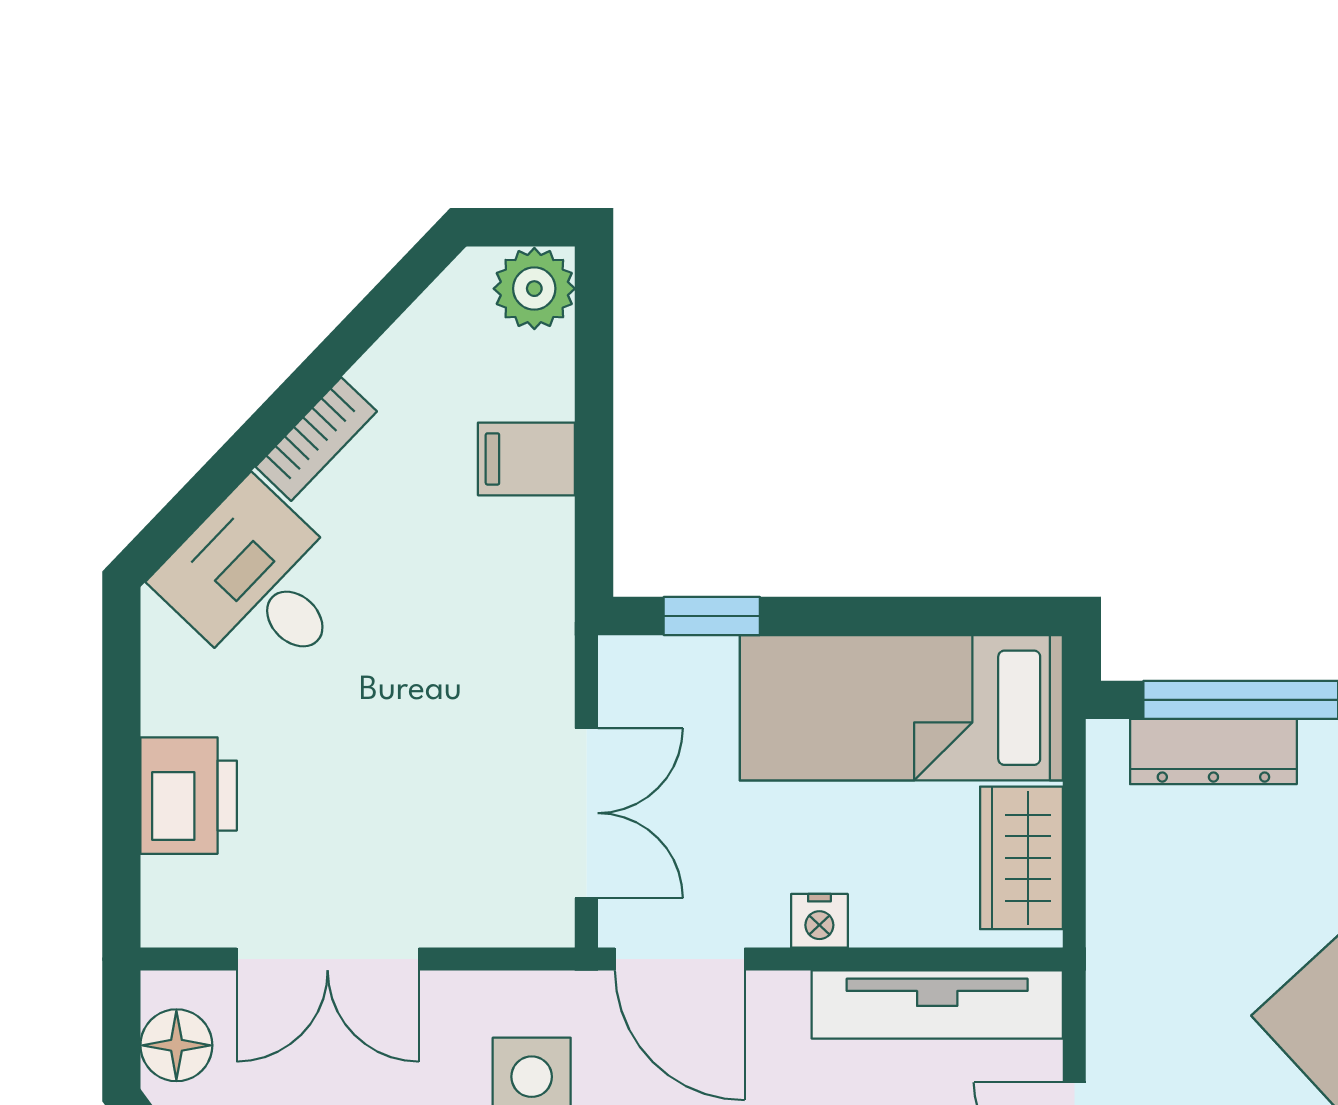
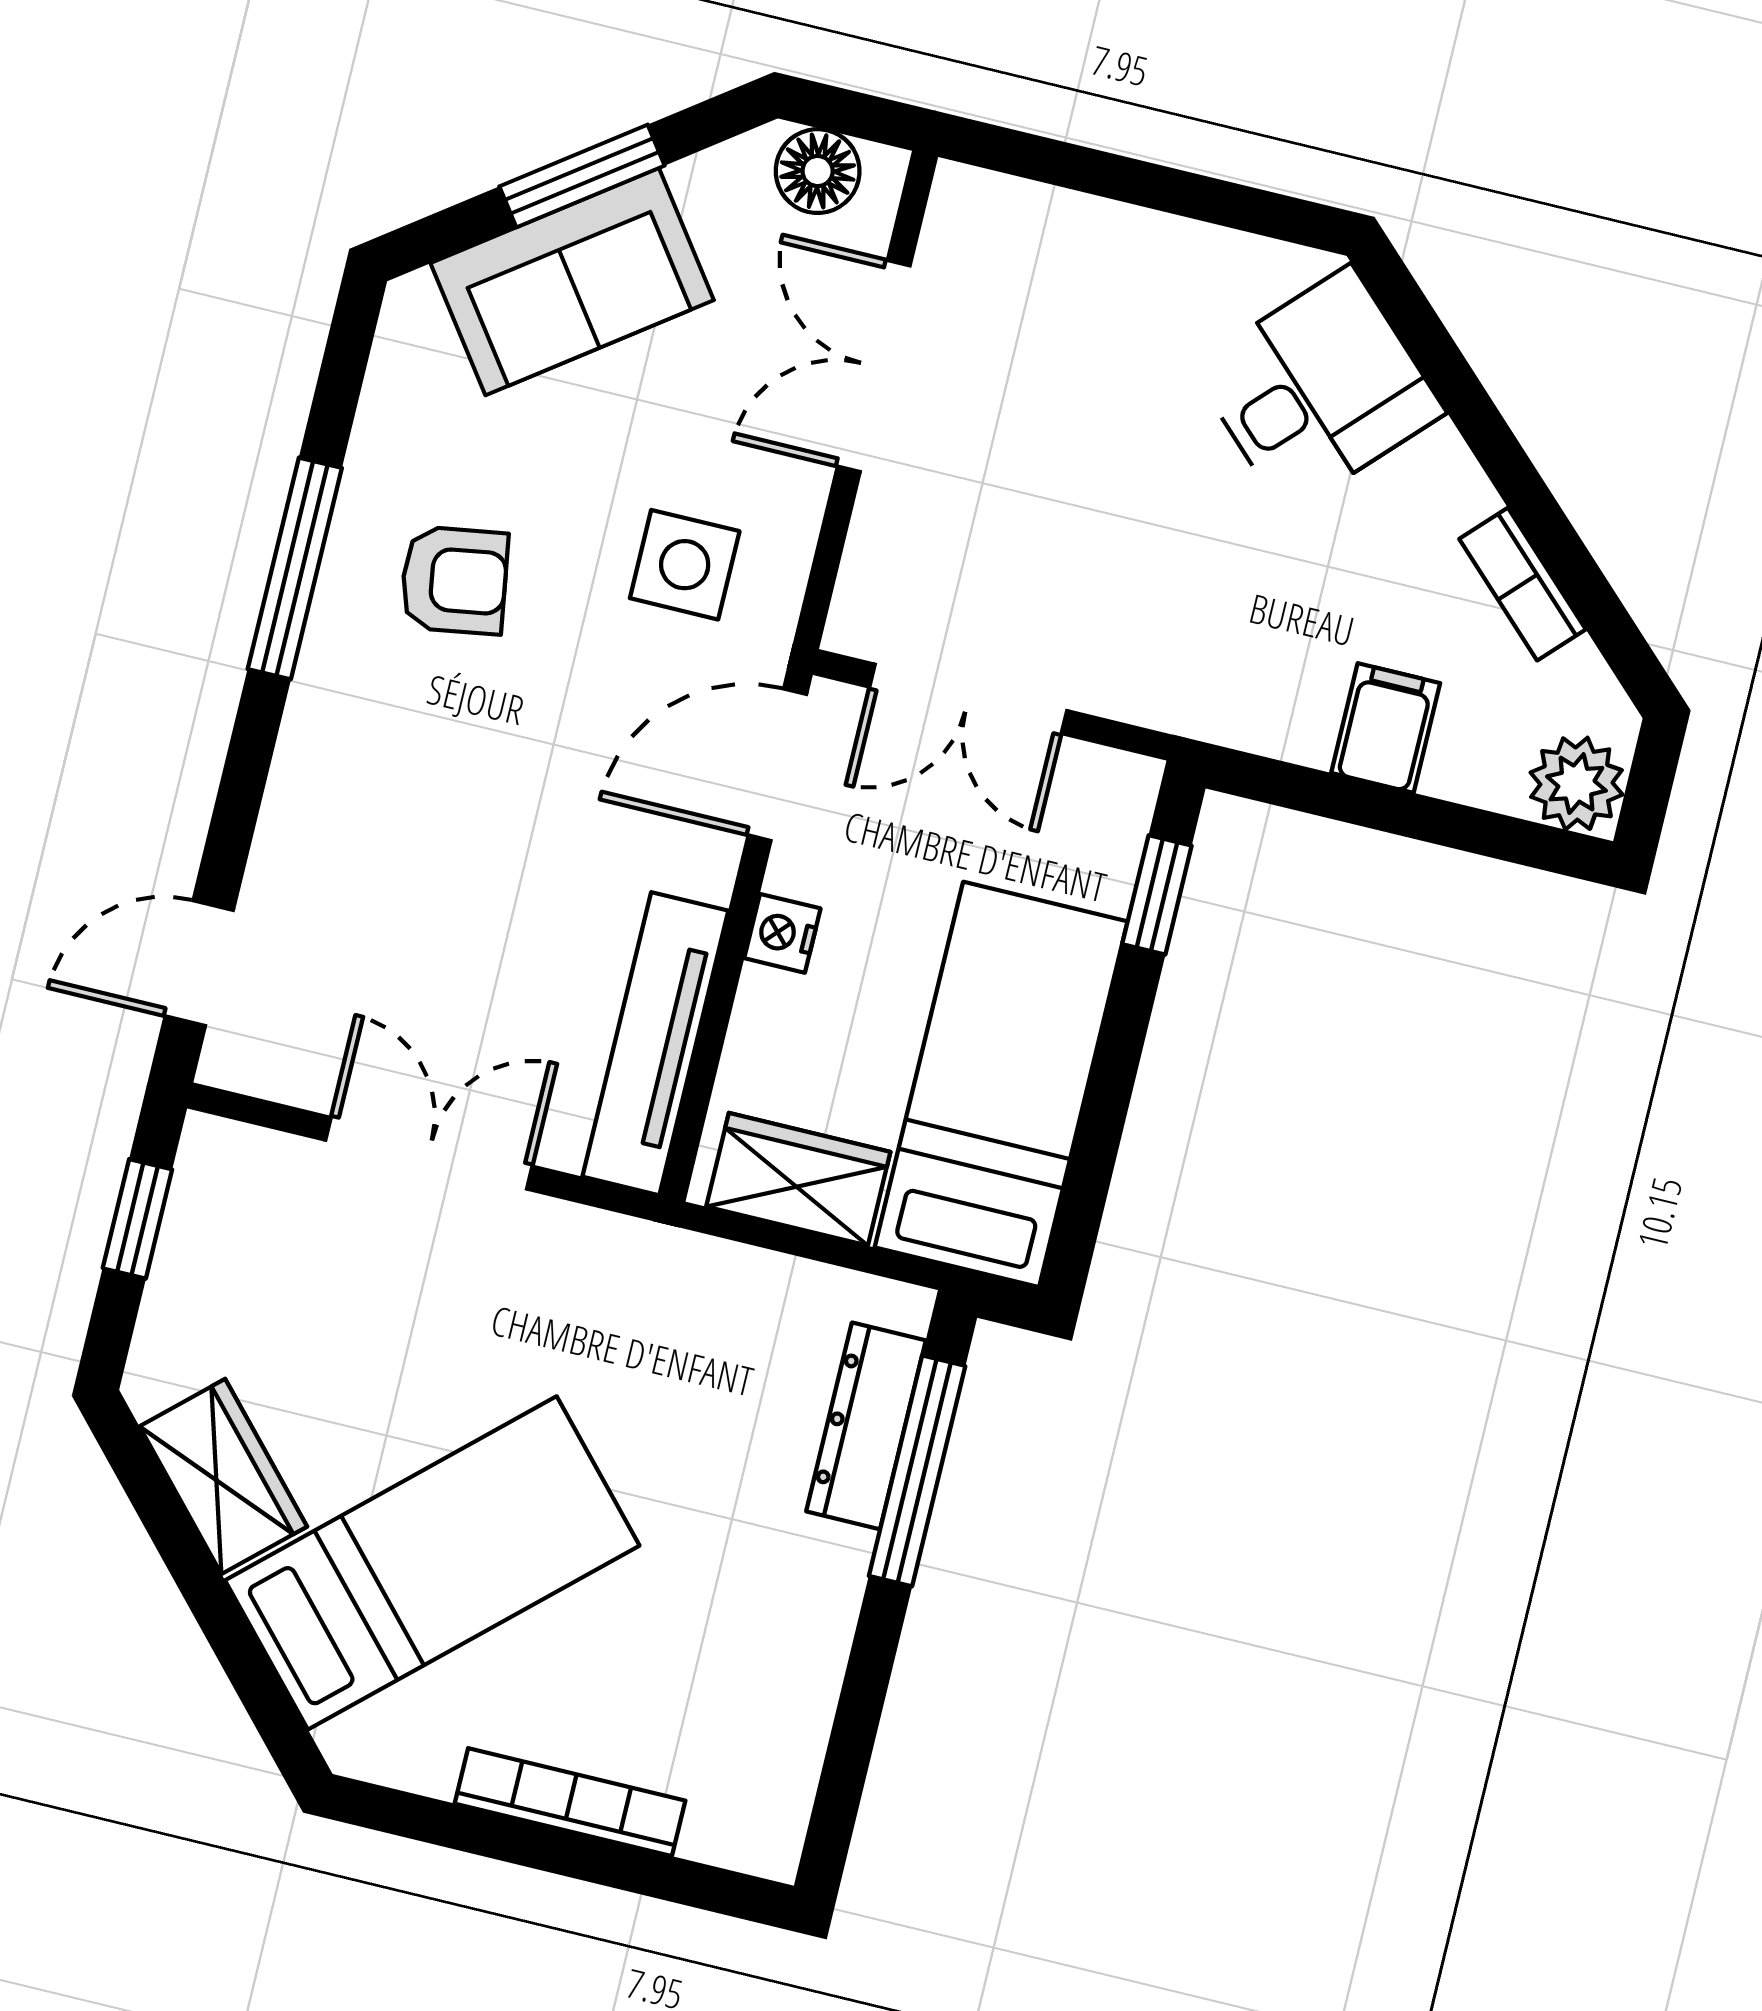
bookcase: (316, 439) -> (1523, 584), moved
printer: (189, 796) -> (1097, 253), removed

